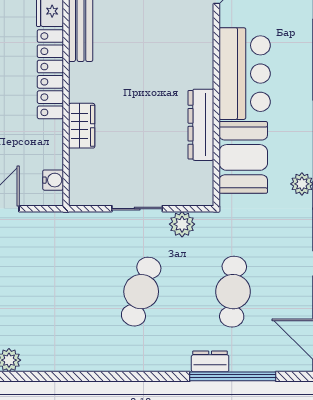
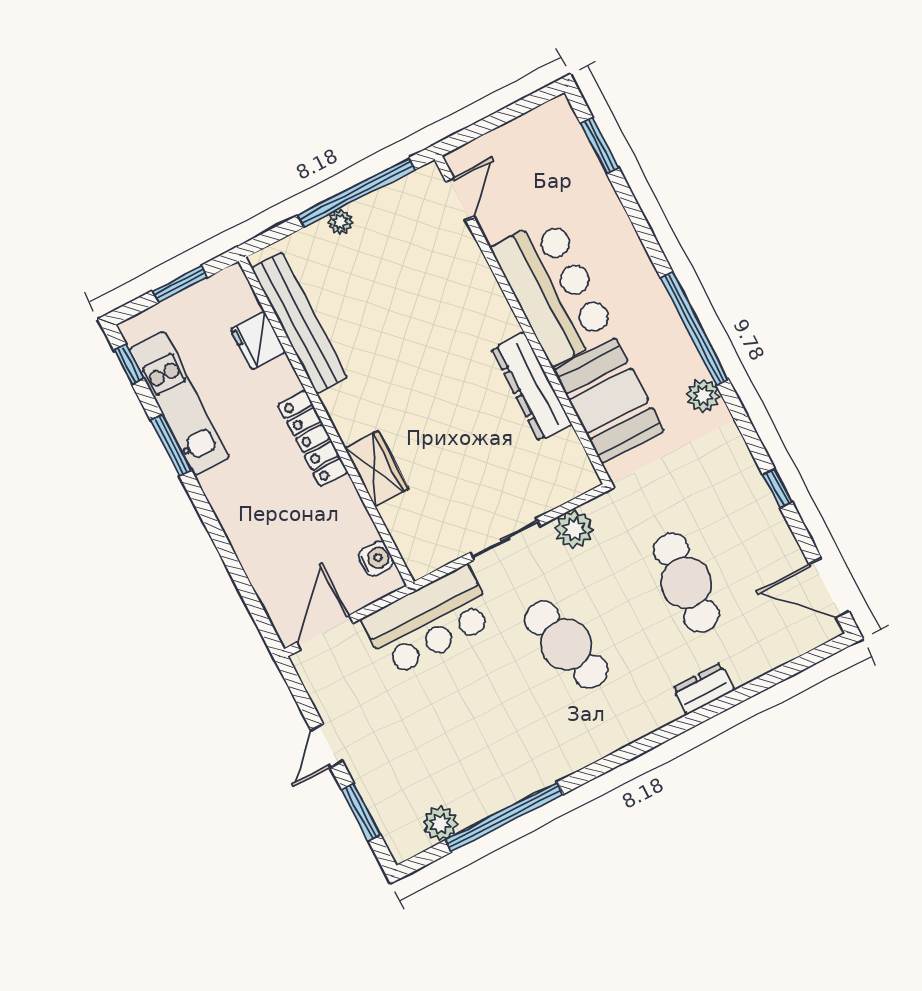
locker: (50, 74) -> (313, 439), width x0.71, depth x0.83
bar counter: (66, 234) -> (429, 621), added
cafe table: (141, 292) -> (566, 645), turned -33
window: (233, 376) -> (504, 817), moved

